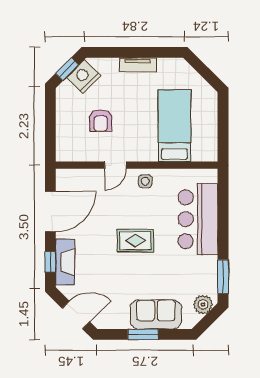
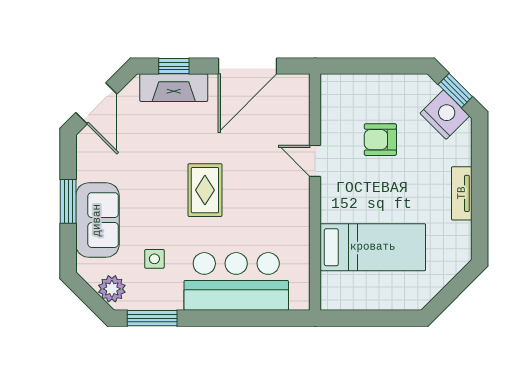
side table: (145, 181) -> (154, 259), moved
door: (50, 212) -> (247, 66), hinge flipped

